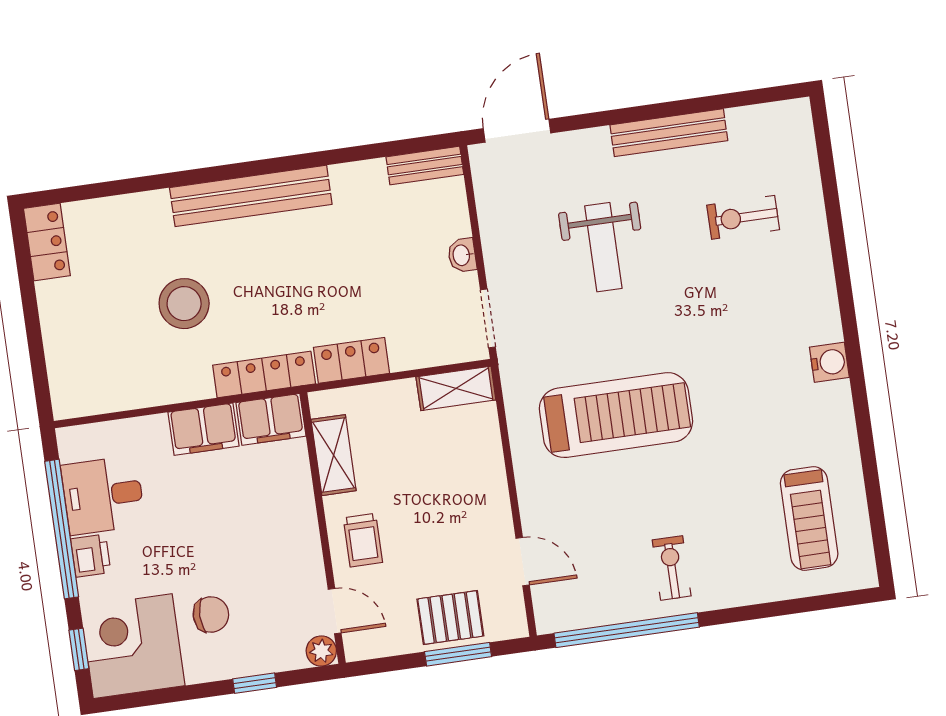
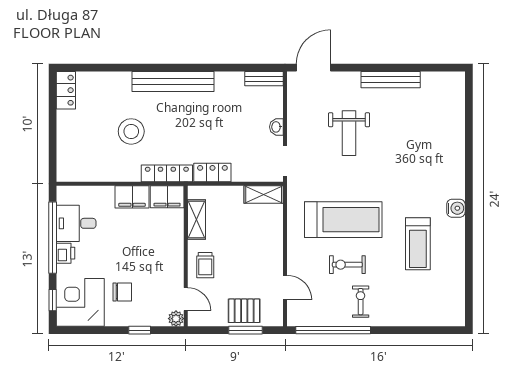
exercise bike: (743, 217) -> (347, 265), moved
treadmill: (809, 518) -> (418, 244), moved

